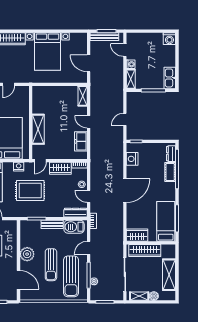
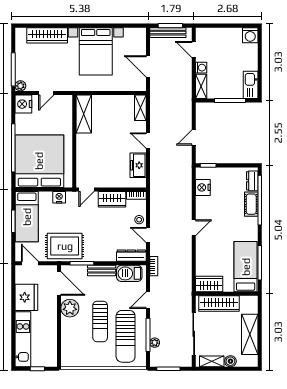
shelving: (38, 129) -> (84, 114), moved
rug: (30, 191) -> (65, 246), moved
door: (125, 191) -> (194, 228), width x0.53
door: (18, 280) -> (59, 284), moved

